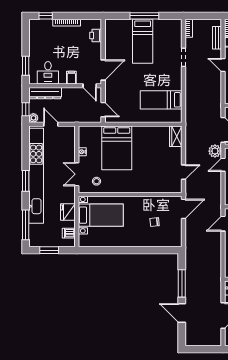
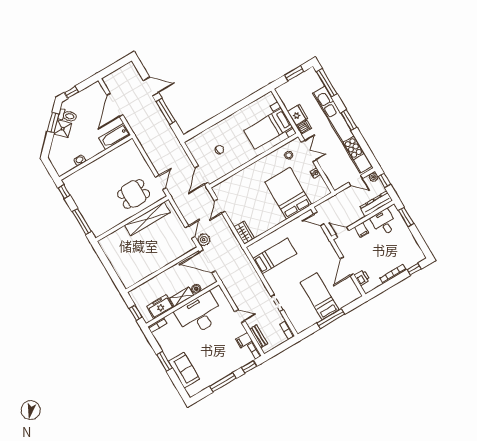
door: (103, 70) -> (347, 266), moved
dishwasher: (69, 233) -> (304, 127), moved

